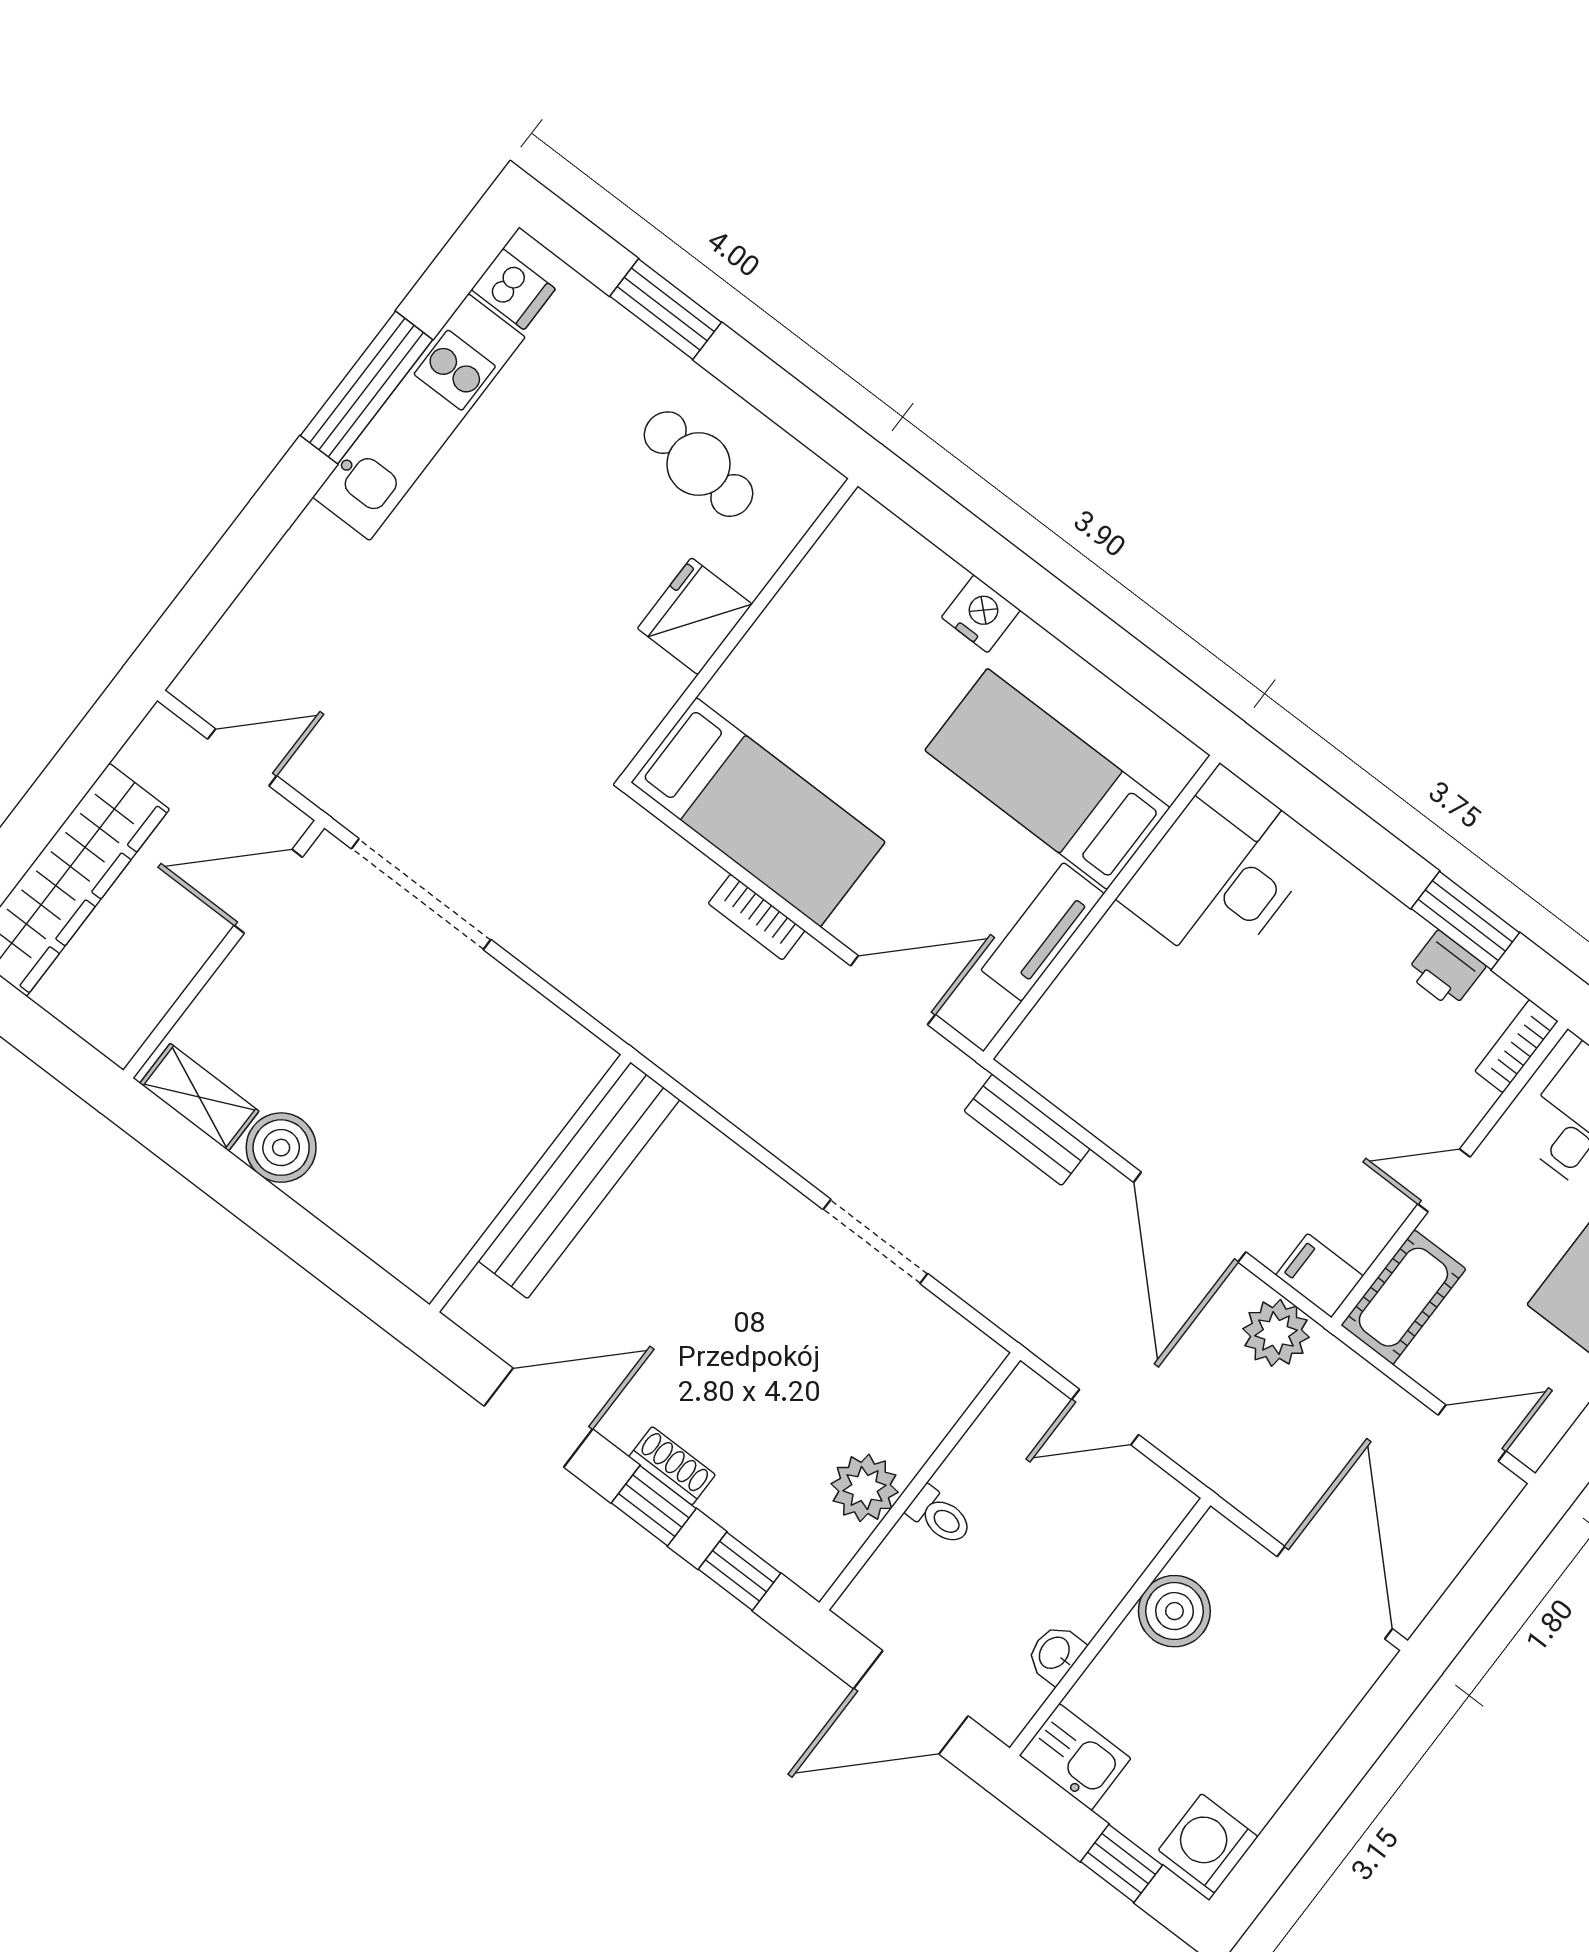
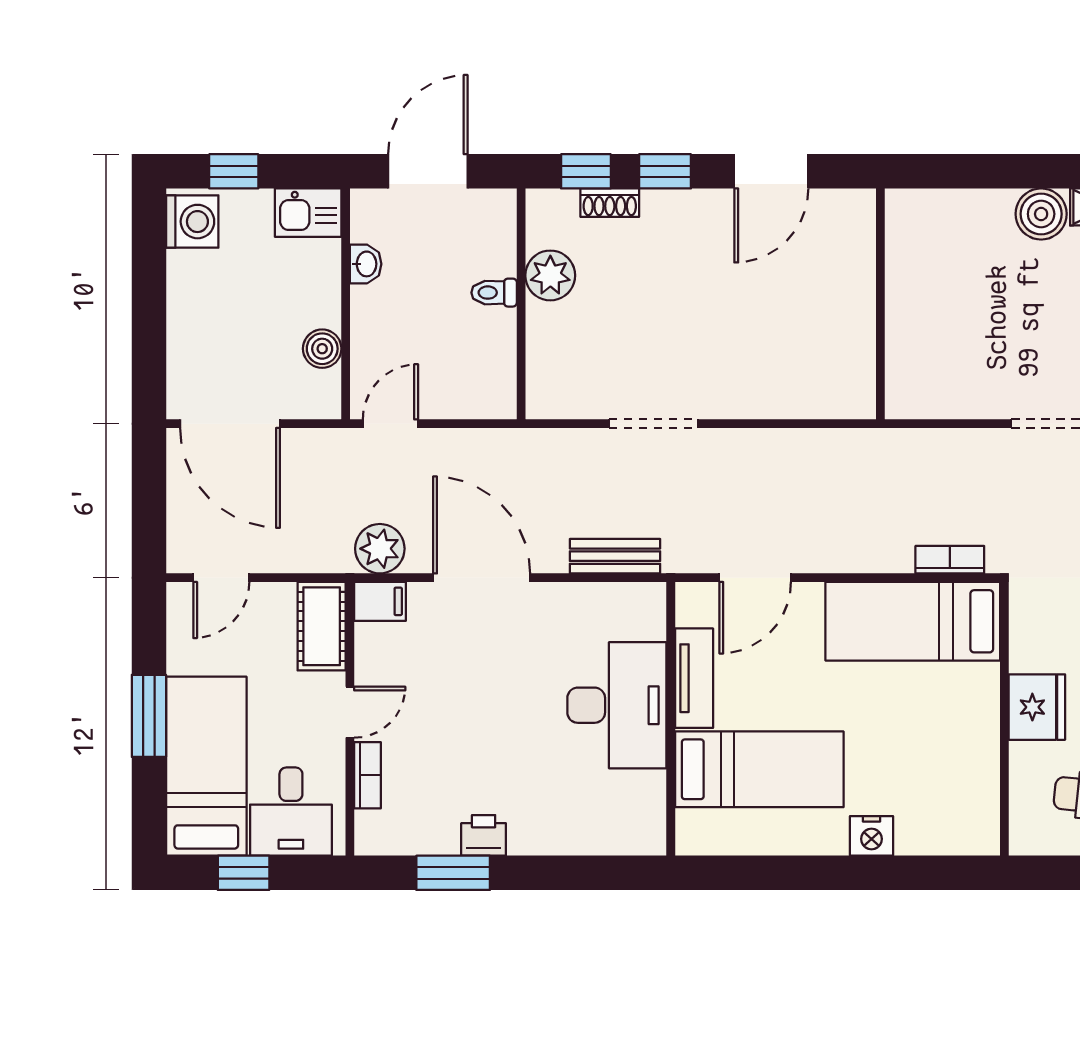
desk: (1221, 872) -> (617, 705), moved
bookcase: (757, 917) -> (950, 560), moved
printer: (1445, 970) -> (484, 835), moved
bookcase: (1516, 1046) -> (368, 775), moved
bench: (579, 1180) -> (853, 327), removed
door: (1105, 1417) -> (390, 424), moved
shoe rack: (672, 1466) -> (610, 203), moved
boiler: (1174, 1611) -> (322, 349), width x0.73, depth x0.73

